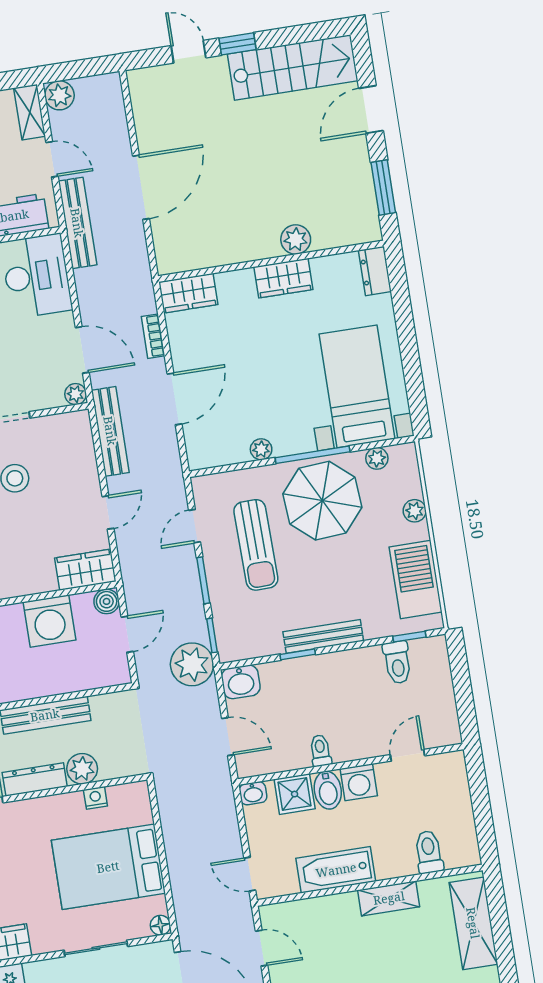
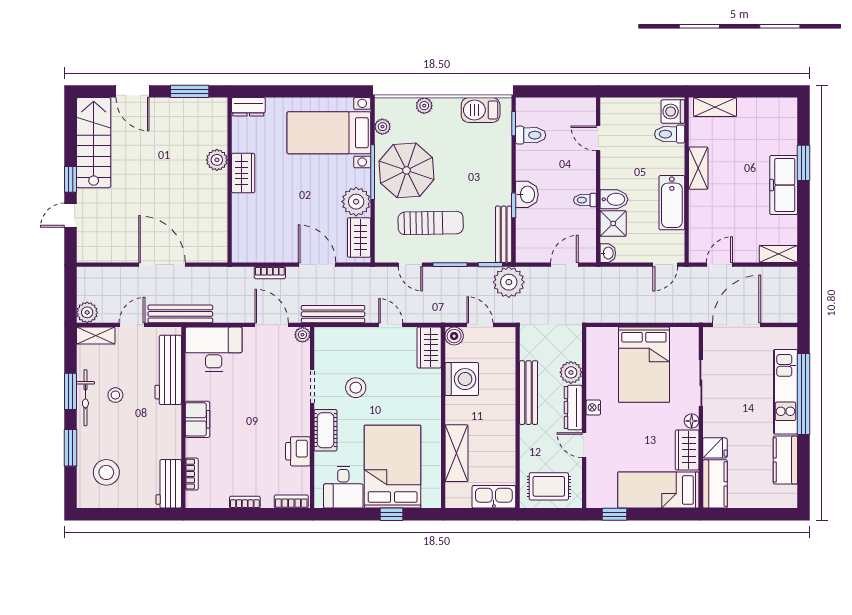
wardrobe: (188, 293) -> (359, 237), moved, turned 180
door: (82, 350) -> (272, 325), hinge flipped
plant: (261, 449) -> (356, 202), width x1.87, depth x1.87
barbecue: (416, 580) -> (481, 110), width x0.73, depth x0.83
bench: (323, 636) -> (504, 234), moved
washbasin: (241, 682) -> (527, 194), moved
washing machine: (359, 782) -> (673, 112), moved, turned 180
nightstand: (95, 798) -> (593, 407), moved
shelving: (473, 923) -> (715, 107), width x0.67, depth x0.75
floor lamp: (160, 925) -> (692, 421), moved

